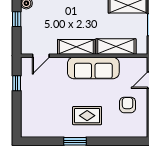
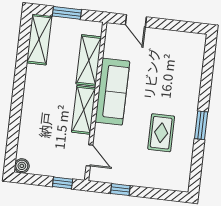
window: (17, 19) -> (63, 183), moved
armchair: (128, 105) -> (163, 54), removed
rug: (87, 116) -> (161, 133), moved

